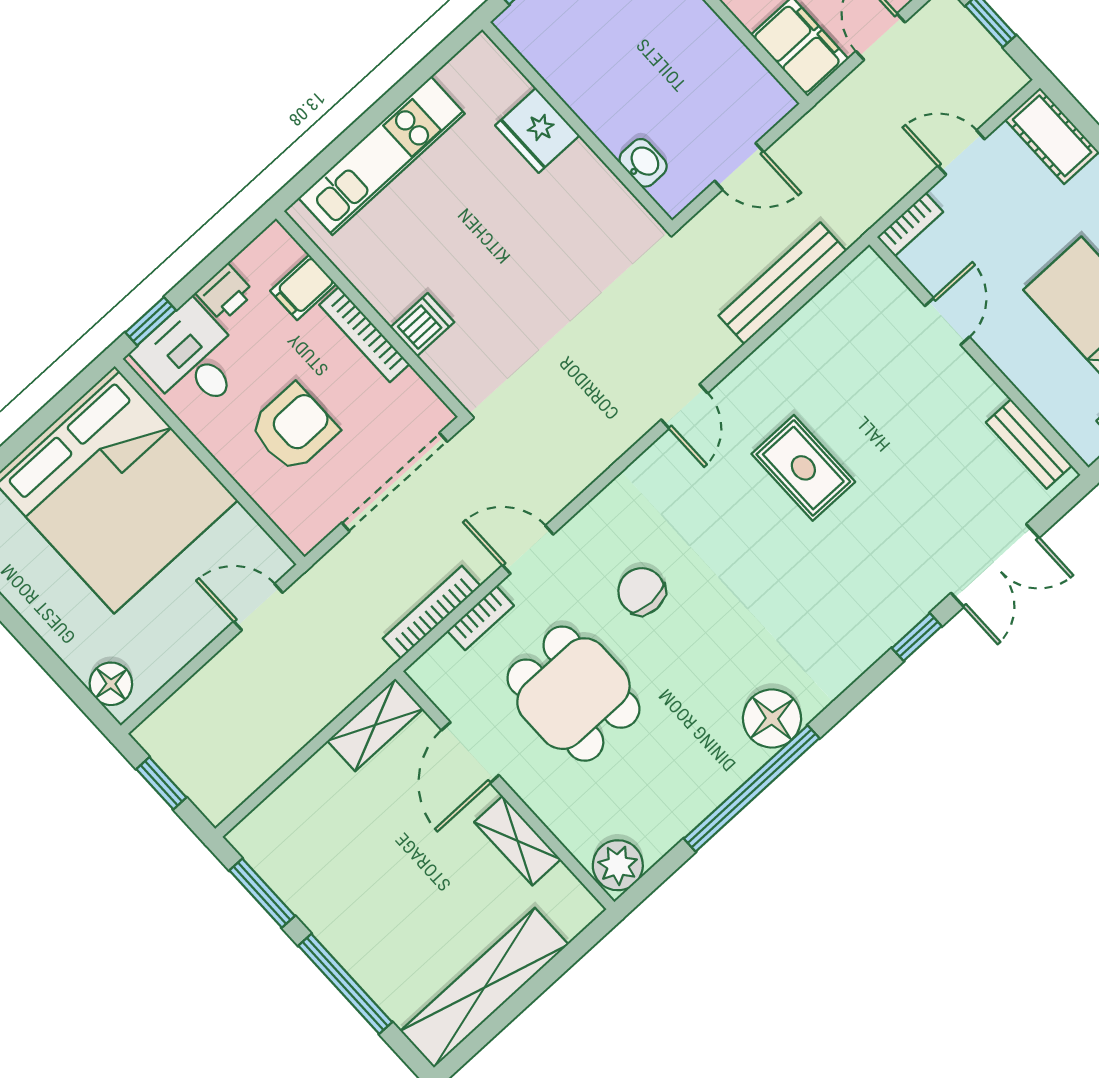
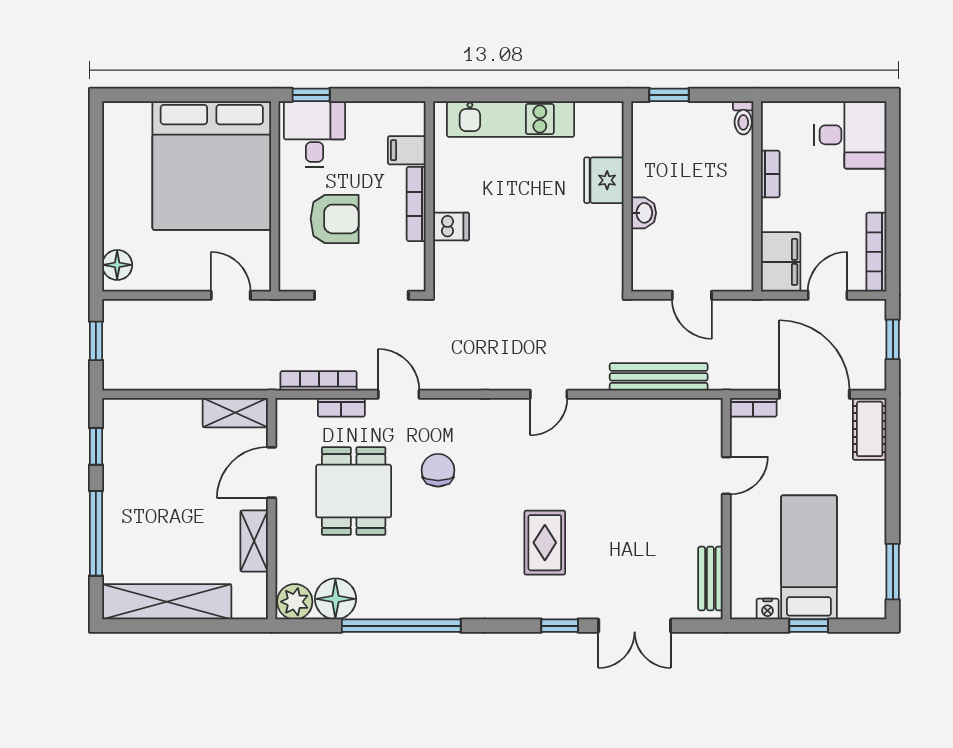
door: (961, 153) -> (814, 394), width x1.88
washbasin: (643, 163) -> (644, 213), moved
printer: (225, 293) -> (363, 115), removed
rug: (803, 468) -> (545, 543), moved
floor lamp: (772, 719) -> (335, 599), moved
window: (262, 893) -> (96, 446), width x0.67

